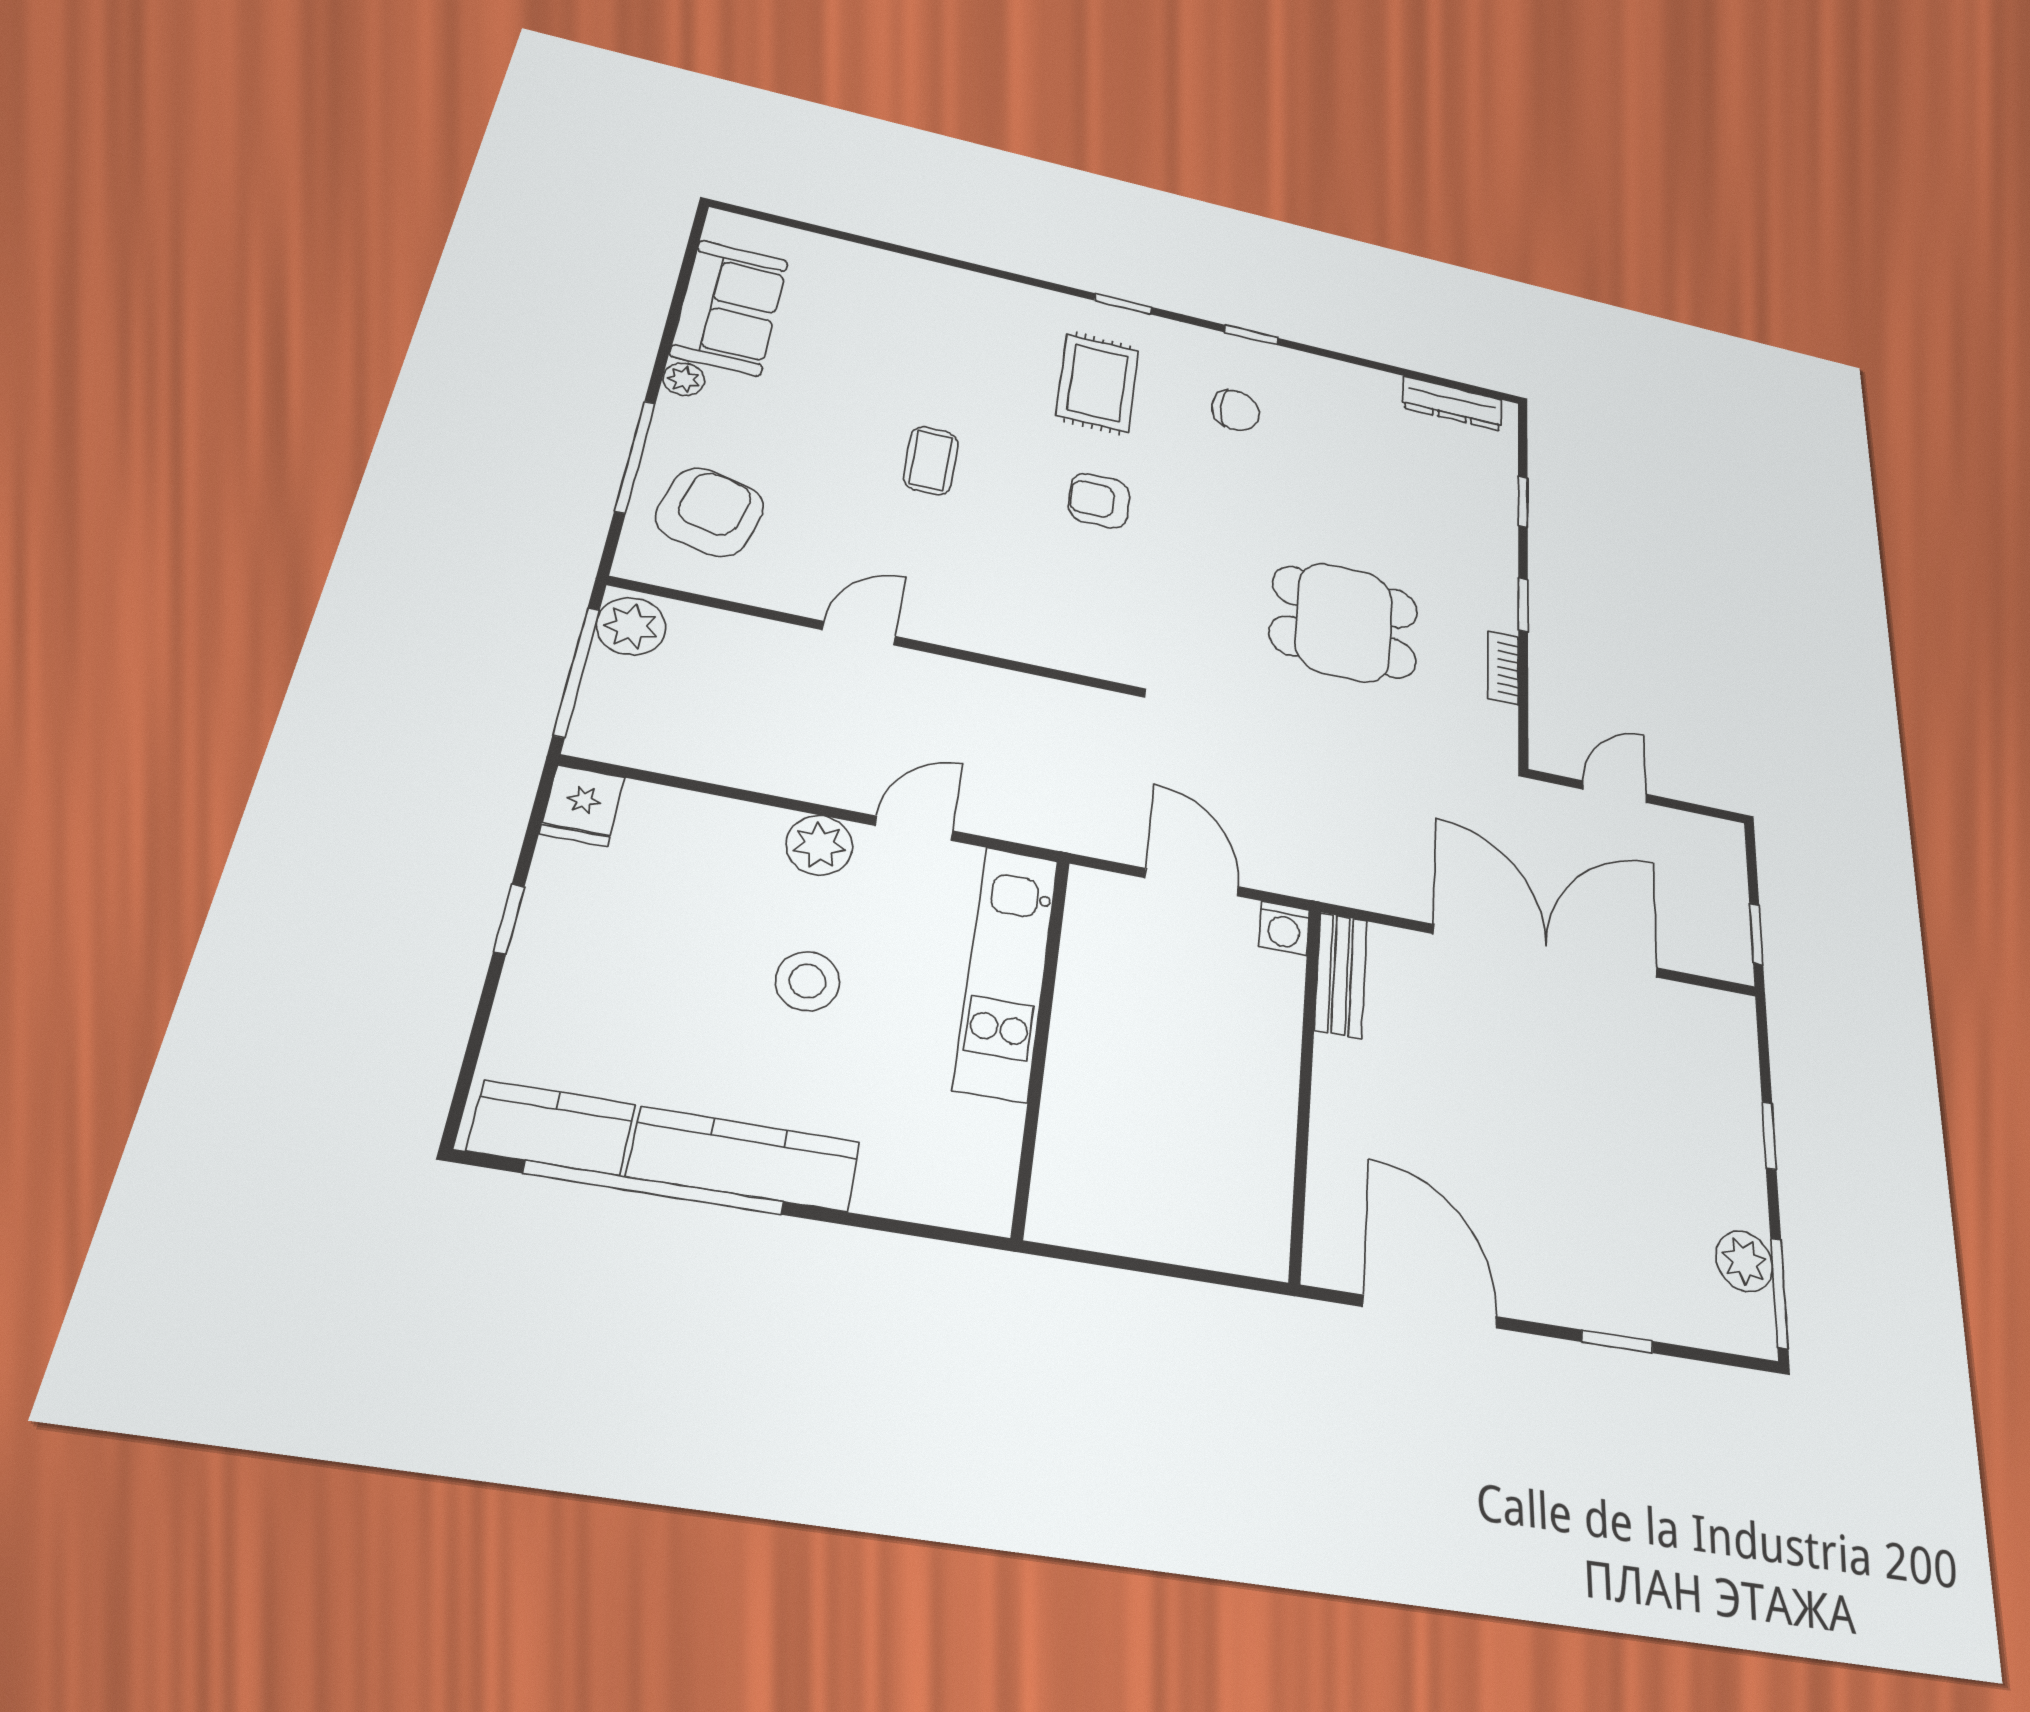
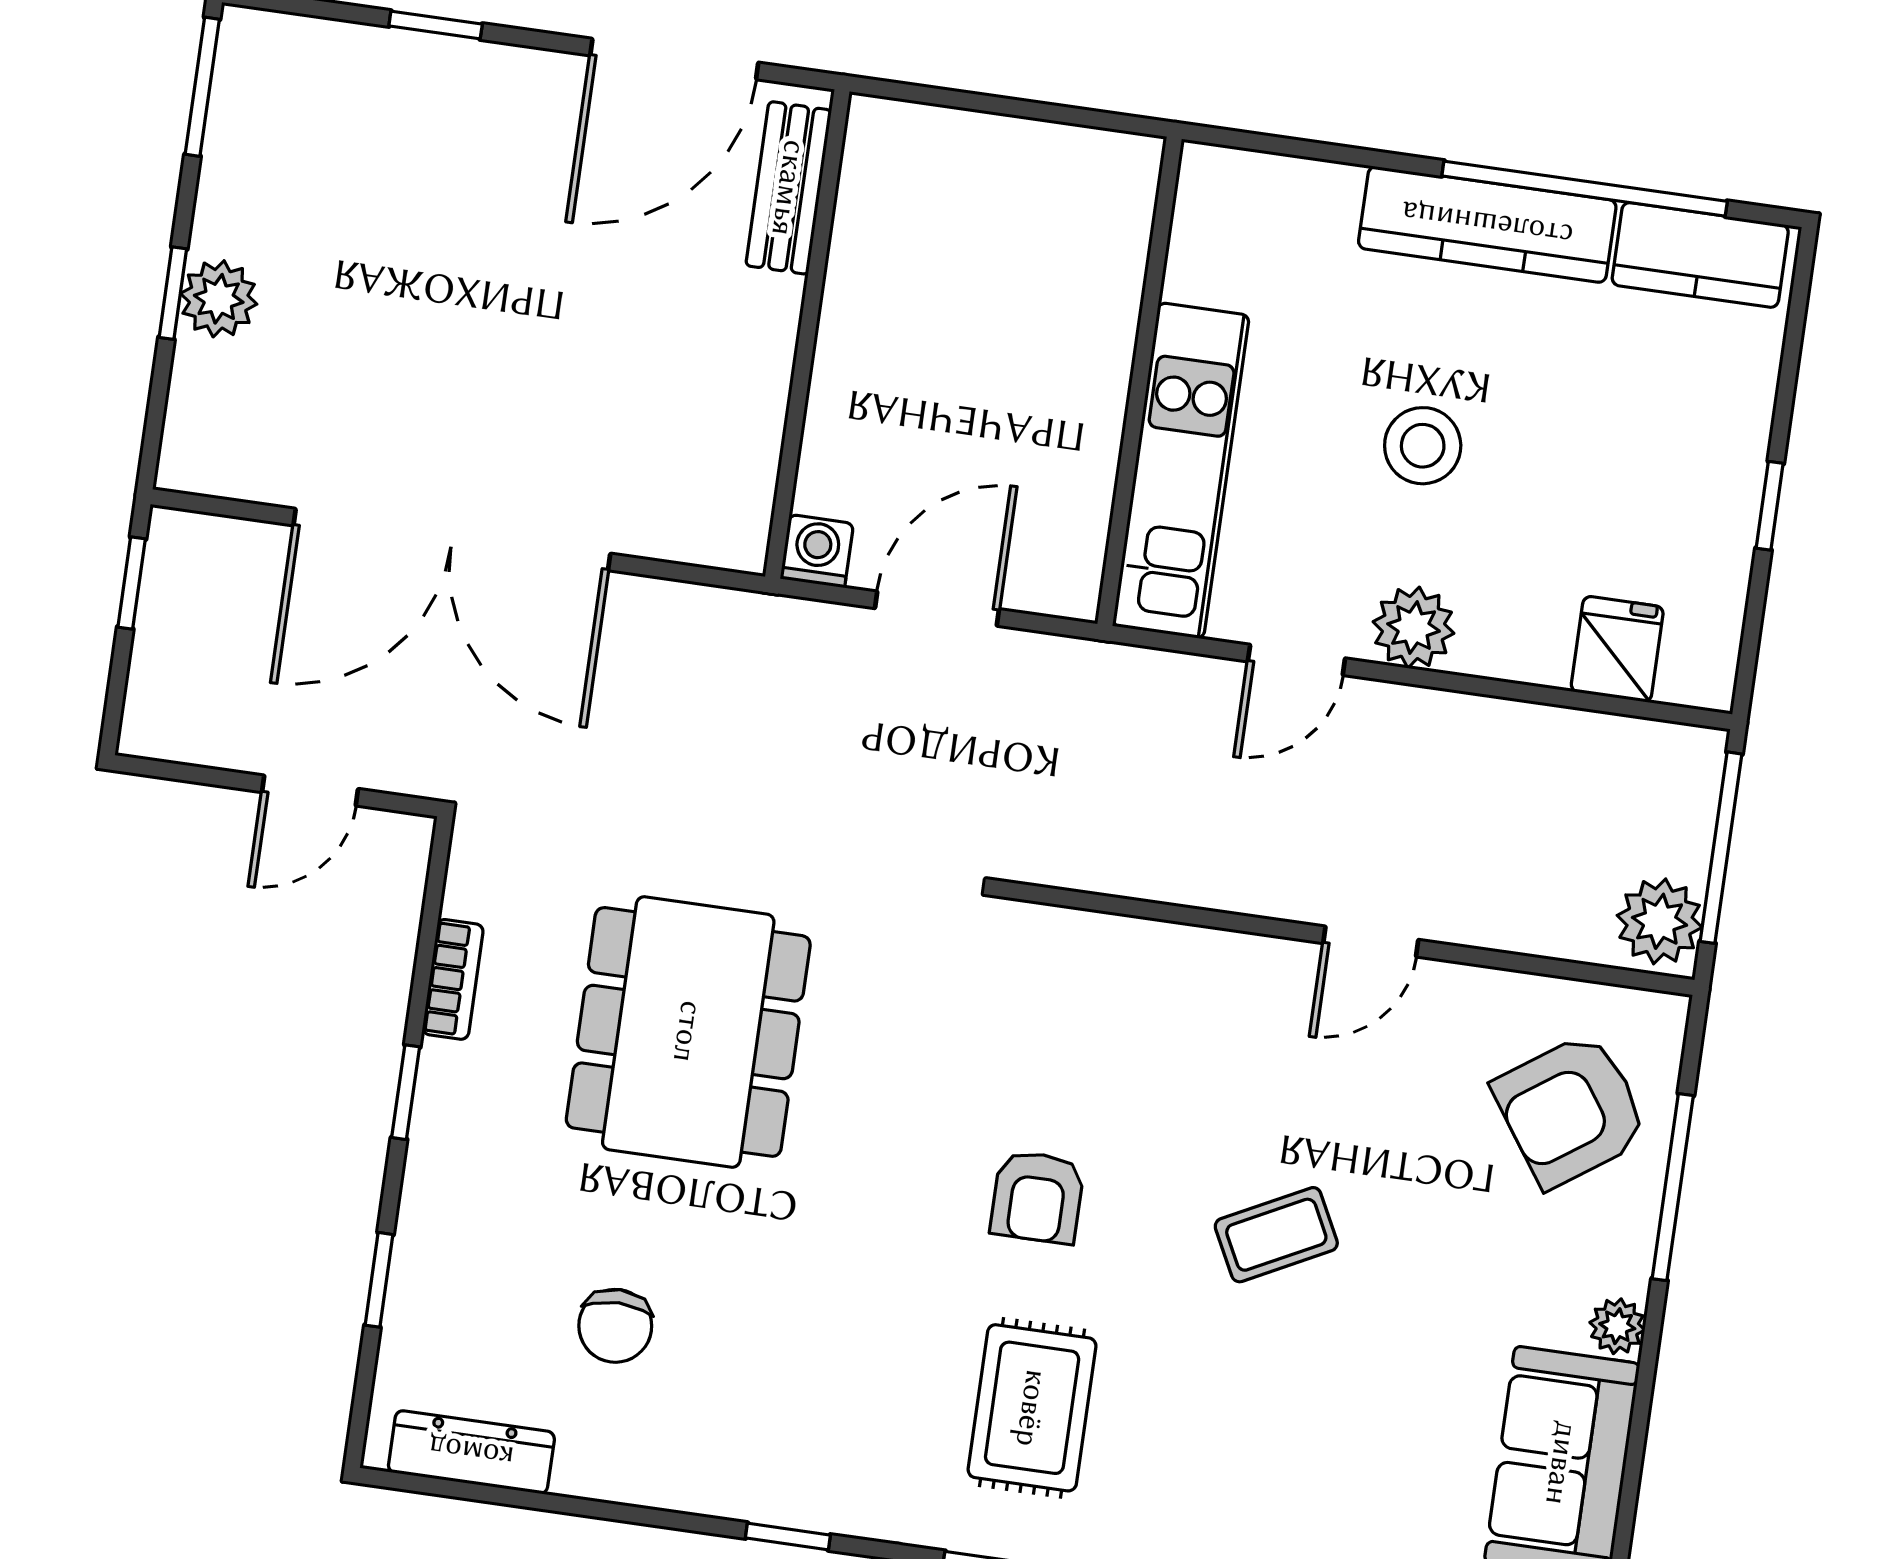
chair: (1236, 410) -> (615, 1326), moved, turned -90
coffee table: (931, 461) -> (1276, 1235), turned 63
armchair: (1099, 501) -> (1037, 1197), turned 90
armchair: (710, 512) -> (1571, 1110), turned 41
dining table: (1344, 622) -> (688, 1032), width x1.38
fridge: (582, 805) -> (1617, 649), moved
door: (1192, 882) -> (937, 609), swing flipped
bench: (1341, 975) -> (789, 188), moved
plant: (1744, 1261) -> (219, 299), moved
door: (1430, 1312) -> (674, 59), hinge flipped

